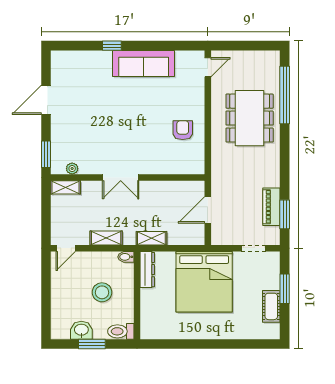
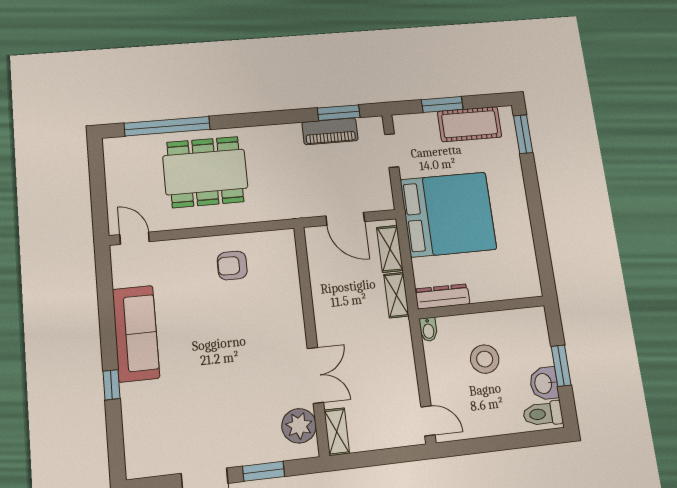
window: (46, 154) -> (264, 471), moved
plant: (72, 169) -> (299, 426), width x1.87, depth x1.87
double door: (121, 178) -> (315, 375), moved
shelving: (106, 238) -> (390, 249), moved
cot: (271, 306) -> (470, 124), width x1.37, depth x1.34
toilet: (121, 331) -> (543, 414), moved, turned 90
window: (258, 344) -> (523, 134), added

